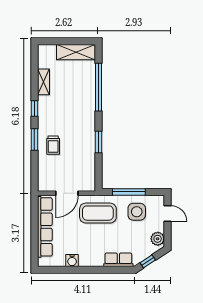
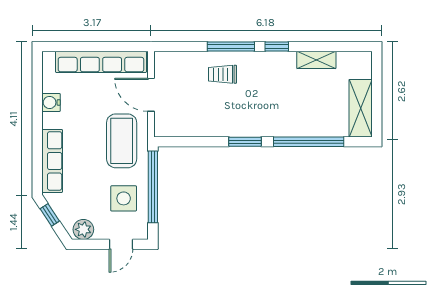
window: (34, 139) -> (231, 47), width x1.44
window: (98, 142) -> (245, 142), moved
window: (129, 192) -> (153, 187), width x1.46
row of seats: (118, 260) -> (52, 161), width x1.48

